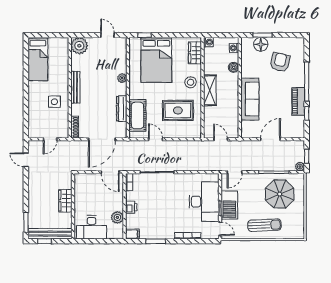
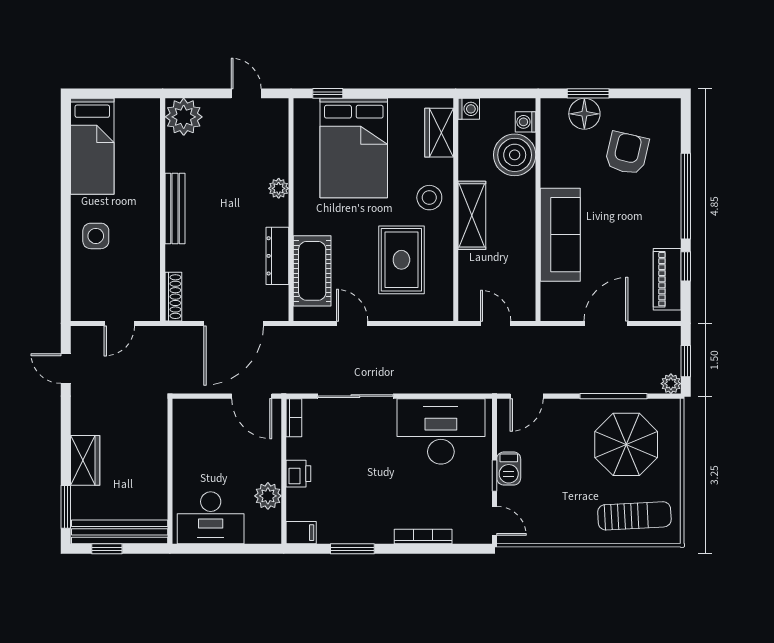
boiler: (234, 67) -> (515, 155), width x1.86, depth x1.86
piano: (298, 101) -> (667, 279), moved
side table: (54, 102) -> (96, 236), moved
rug: (178, 110) -> (401, 260), turned 90
wardrobe: (65, 201) -> (85, 460), moved, turned 180
desk: (204, 202) -> (441, 431), moved, turned -90
barbecue: (229, 205) -> (509, 468), width x0.53, depth x0.65
sun lounger: (265, 225) -> (634, 516), moved

